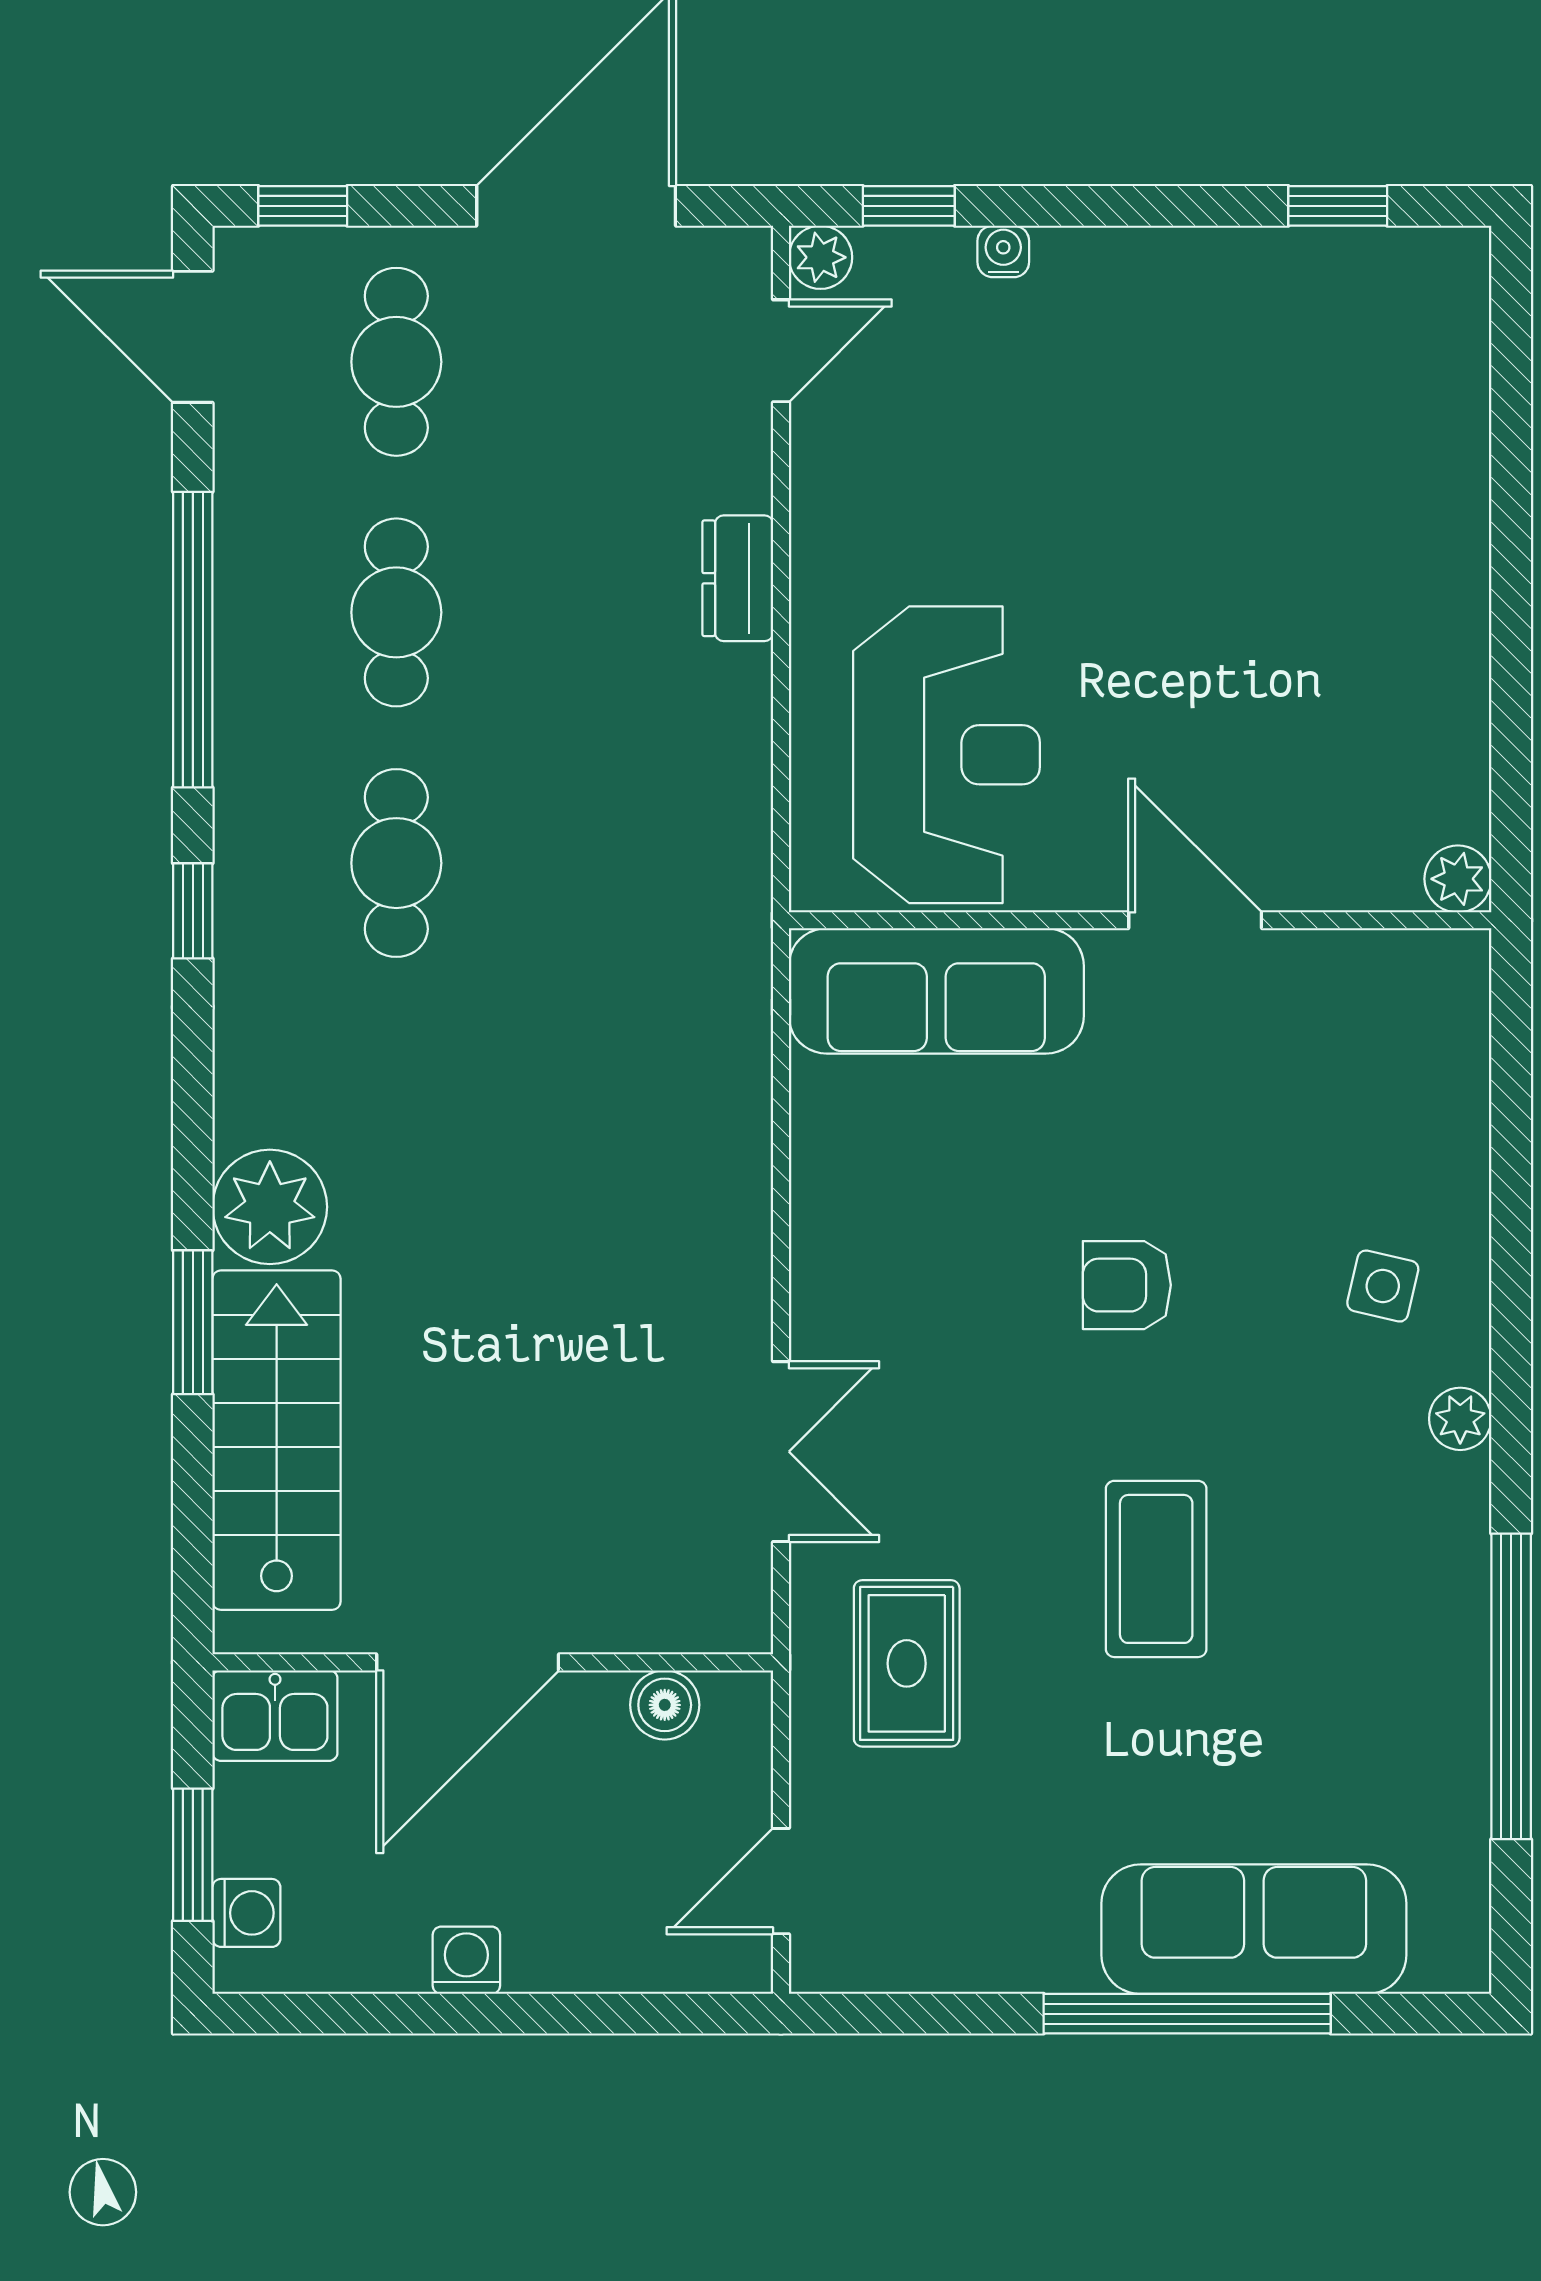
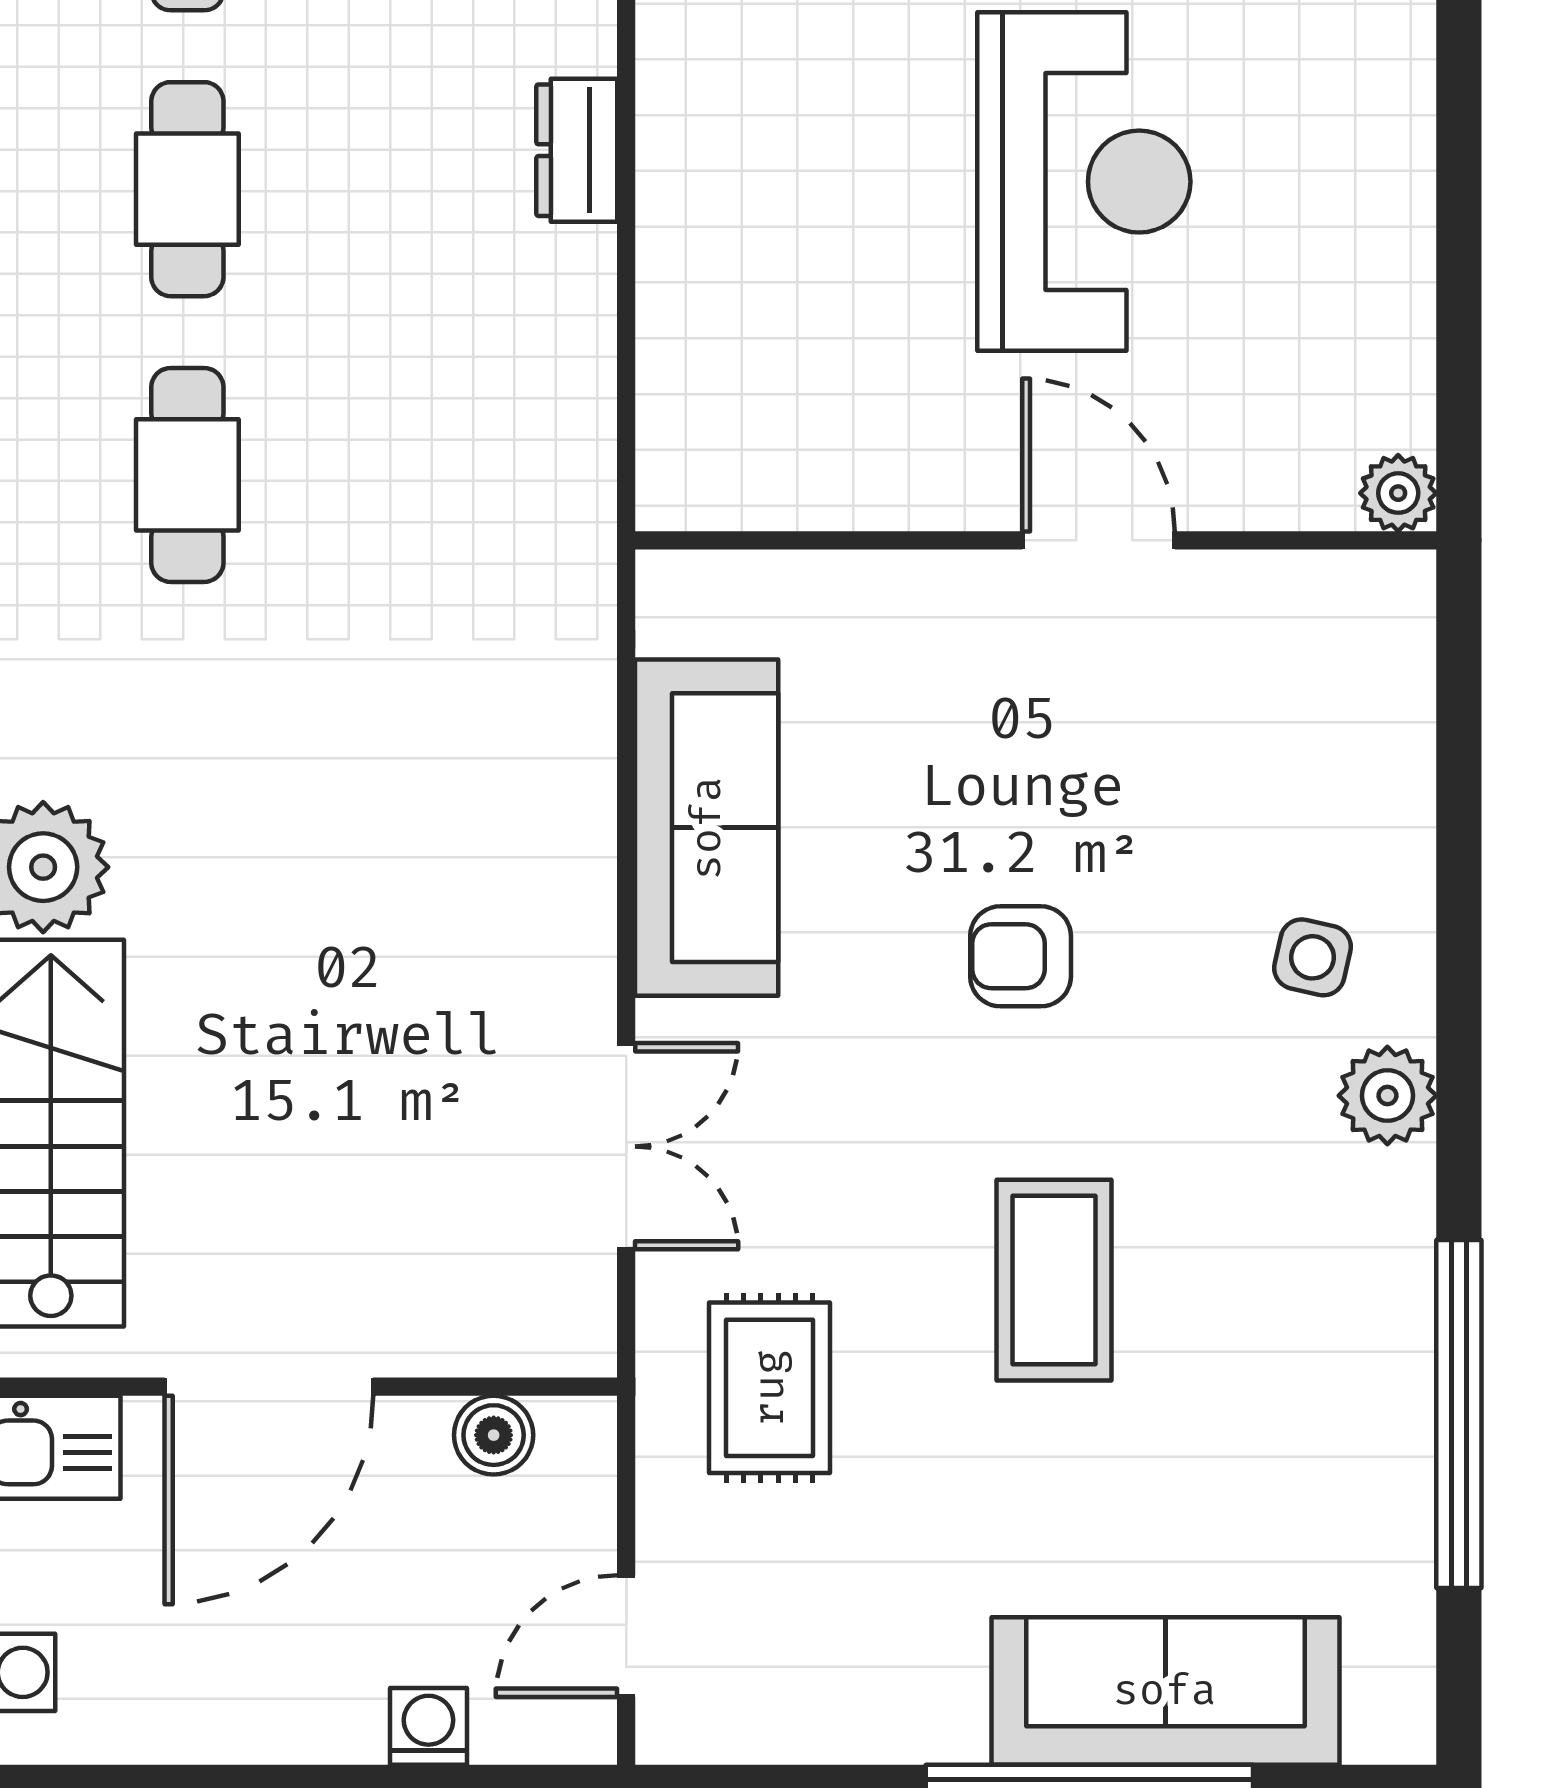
reception desk: (947, 755) -> (1084, 182), moved
sofa: (936, 991) -> (707, 828), moved, turned -90
plant: (1460, 1419) -> (1387, 1096), width x1.38, depth x1.38
washing machine: (466, 1960) -> (428, 1726), moved

